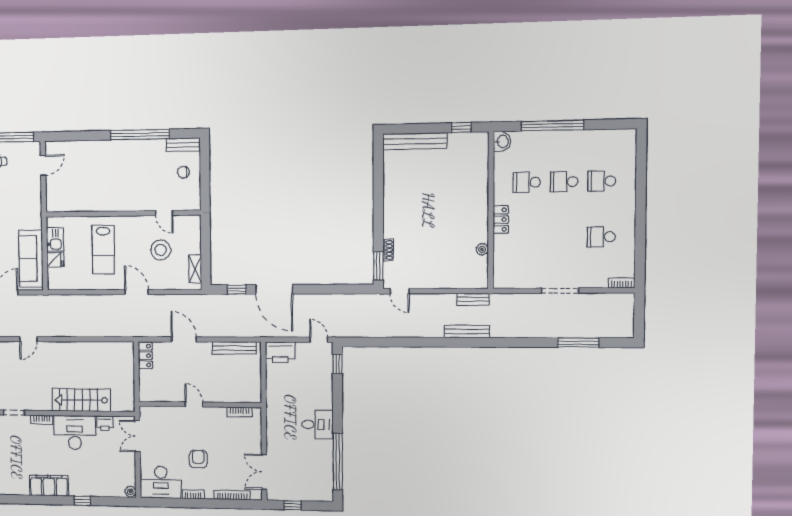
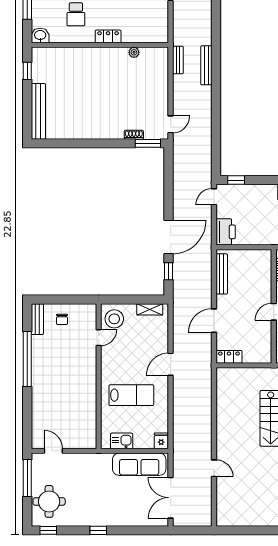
stool: (161, 250) -> (114, 319), moved
fridge: (55, 260) -> (161, 441), moved

